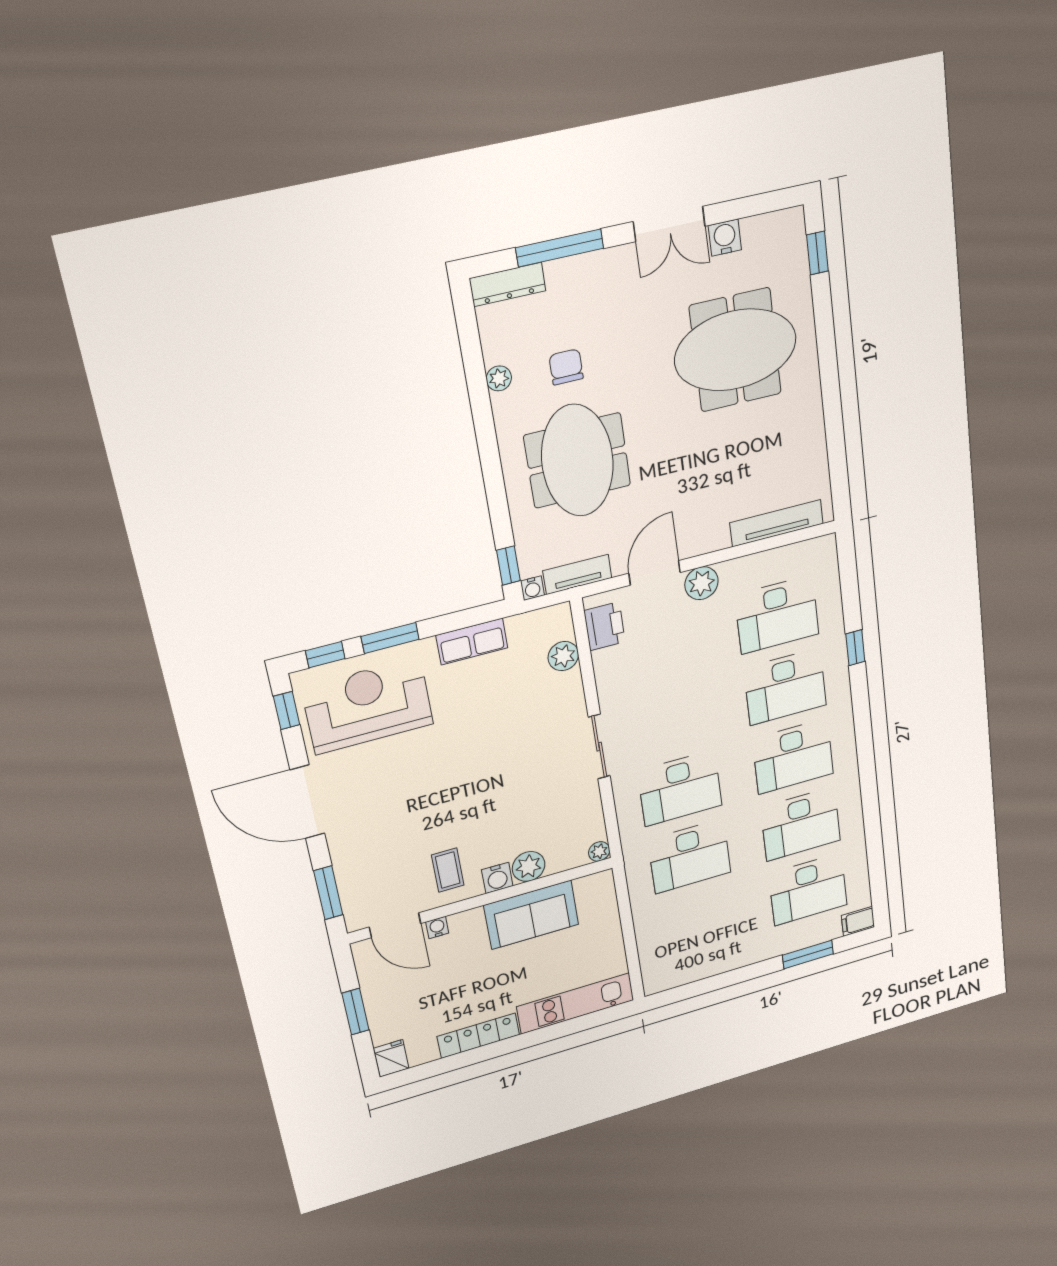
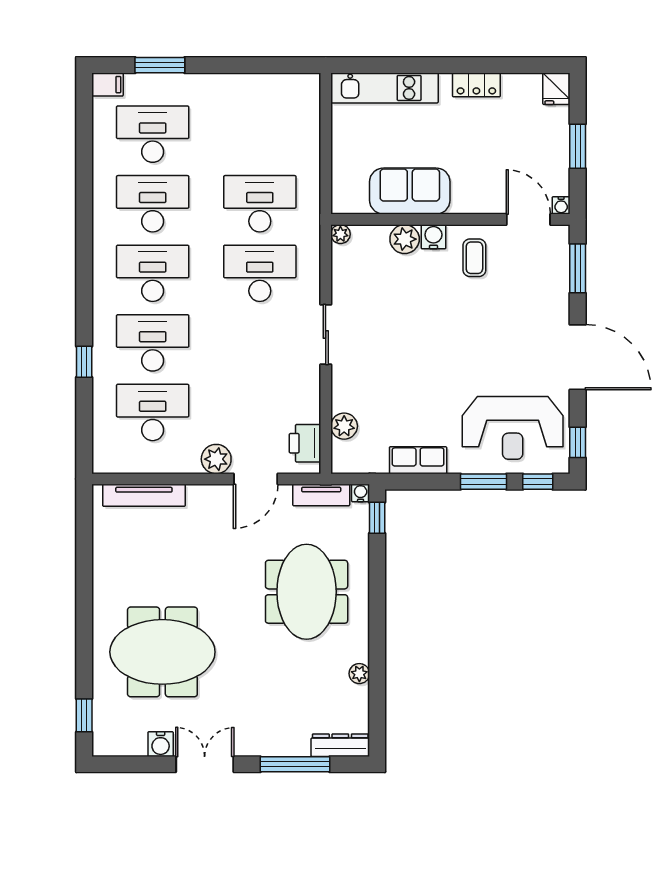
chair: (566, 367) -> (304, 670), removed
water cooler: (437, 927) -> (561, 205), moved
locker: (478, 1036) -> (476, 85), width x0.66

